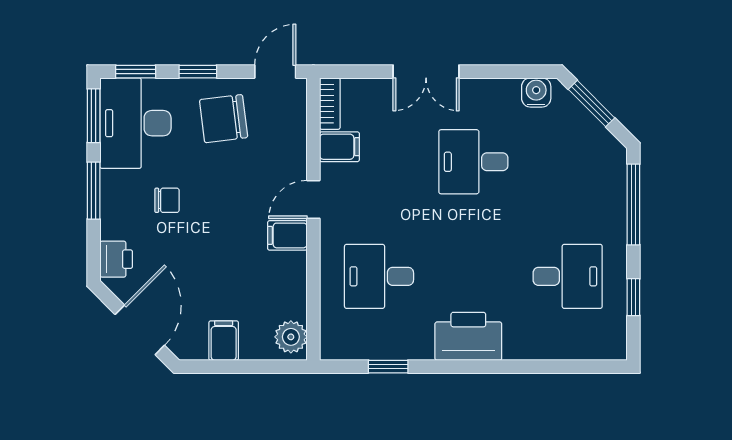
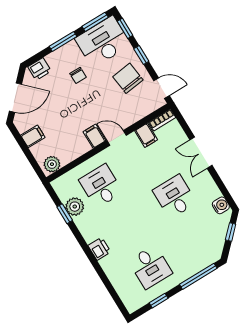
window: (591, 104) -> (231, 232), width x0.67
printer: (468, 336) -> (99, 249), width x0.53, depth x0.68
plant: (387, 342) -> (75, 207), added

